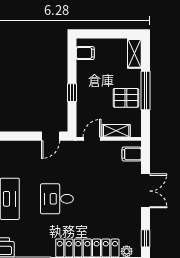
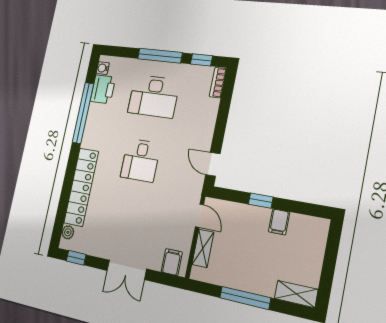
filing cabinet: (85, 53) -> (279, 222), moved
pallet: (126, 98) -> (241, 270), removed
desk: (57, 199) -> (140, 160), turned 180

